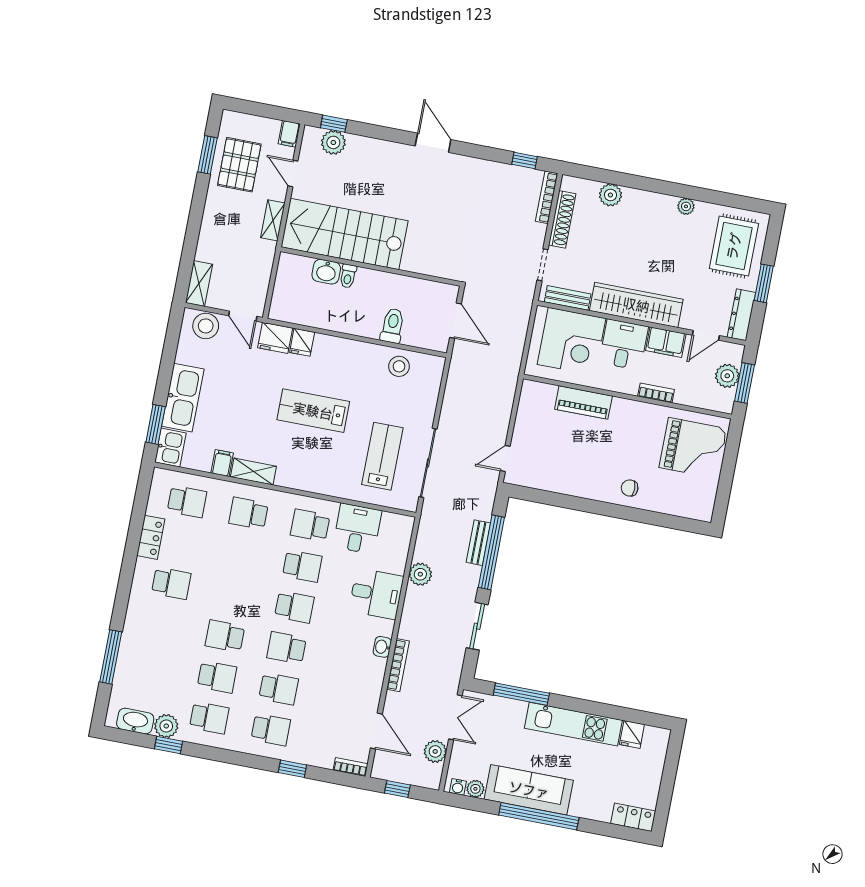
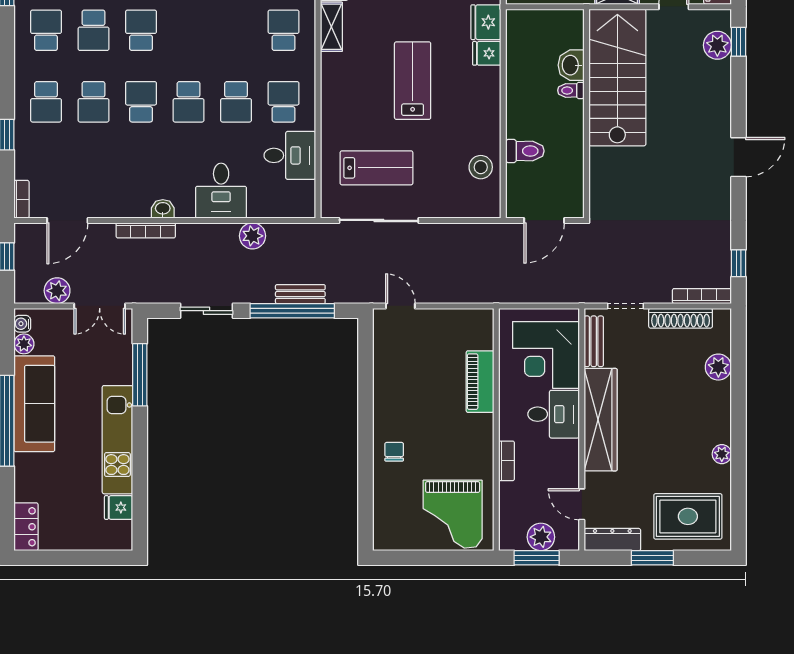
filing cabinet: (666, 342) -> (565, 461), removed
school desk: (209, 718) -> (46, 30), turned 180

